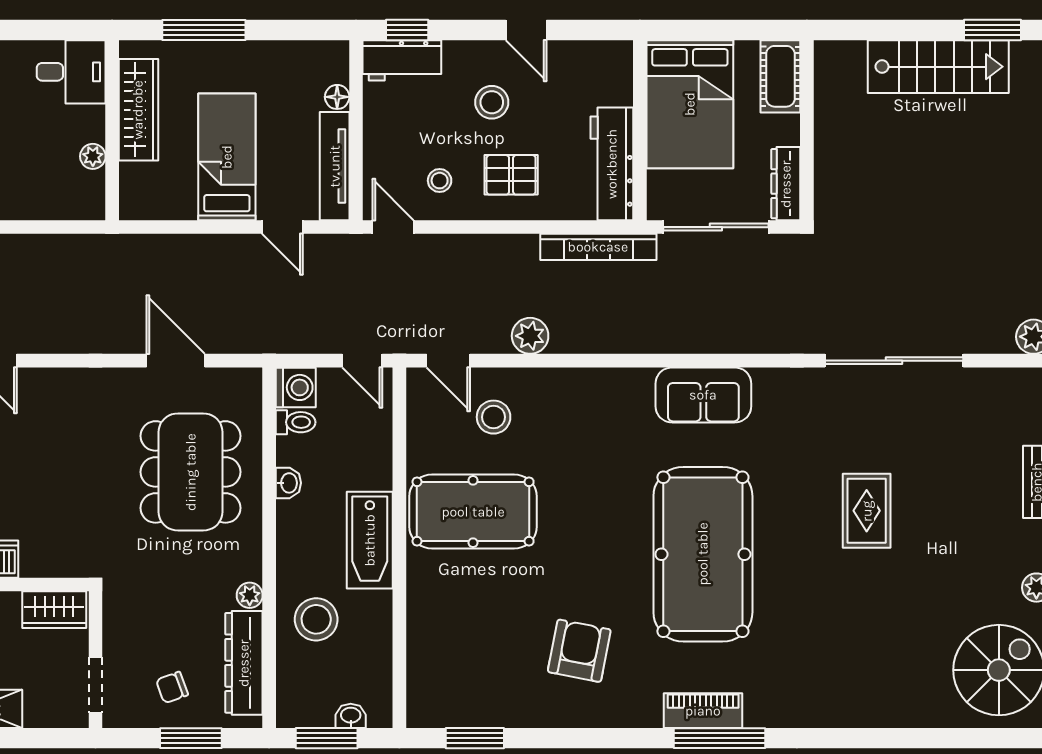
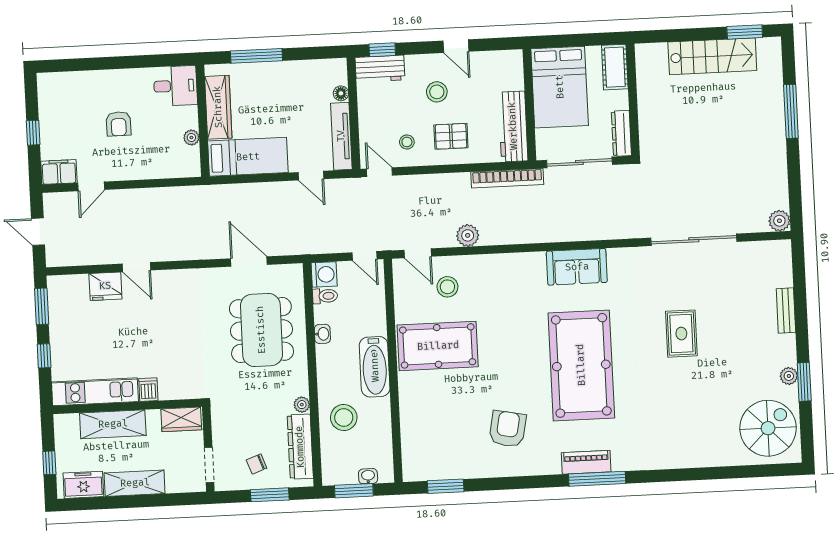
bed: (227, 157) -> (248, 157), moved, turned 90

